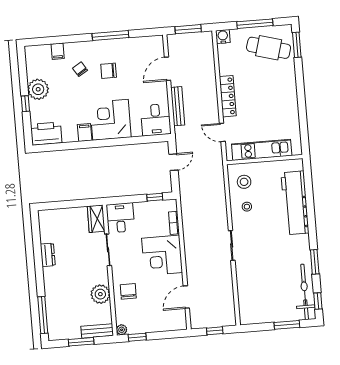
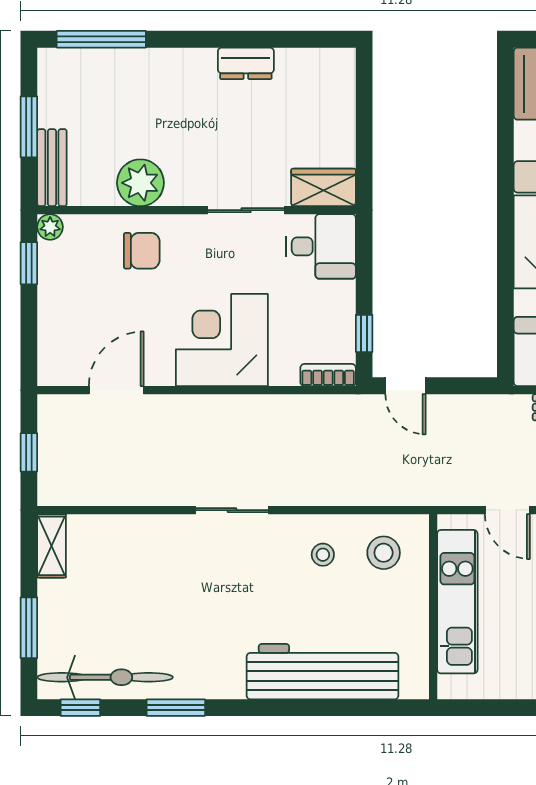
door: (222, 132) -> (507, 510), swing flipped
door: (173, 162) -> (405, 386), moved
bookcase: (174, 223) -> (328, 375), moved
door: (186, 297) -> (116, 390), hinge flipped
shelving: (252, 318) -> (52, 546), added

